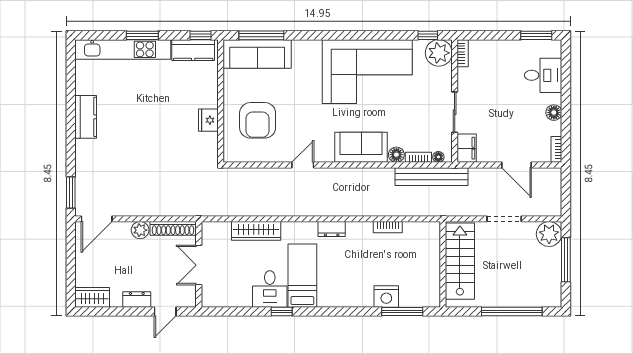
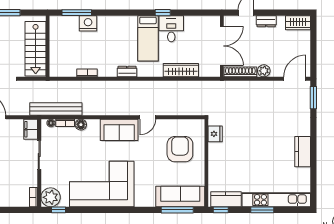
fridge: (208, 120) -> (215, 134), moved
sofa: (361, 147) -> (119, 130), moved
double door: (199, 265) -> (222, 46), width x1.37

